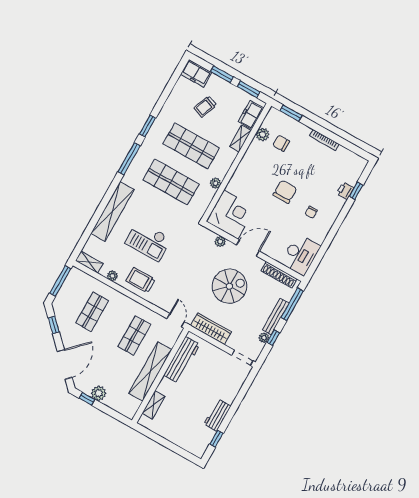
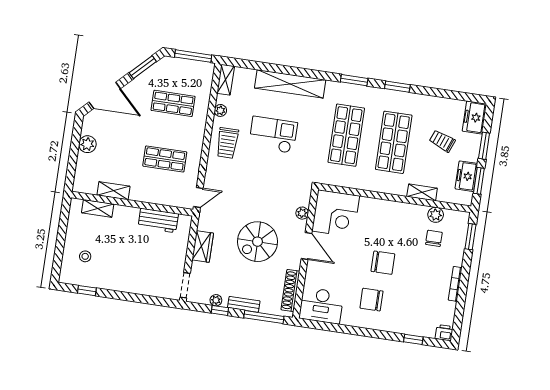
freezer: (251, 115) -> (466, 176), moved, turned -90
window: (129, 159) -> (354, 80), width x0.69
plant: (216, 183) -> (363, 184), removed
printer: (345, 191) -> (444, 333), moved
chair: (311, 212) -> (371, 300), width x1.87, depth x1.87
checkout: (148, 241) -> (273, 135), turned 90
trolley: (141, 280) -> (227, 143), turned 180
spiral stairs: (229, 286) -> (257, 242), turned 90
bench: (276, 317) -> (244, 304), width x0.73
window: (54, 325) -> (143, 67), width x1.50
wardrobe: (211, 329) -> (203, 247), width x0.67
workbench: (182, 360) -> (158, 220), width x0.73
shelving: (150, 371) -> (113, 191), width x0.45, depth x0.75
window: (87, 399) -> (77, 134), removed
workbench: (217, 415) -> (113, 282), removed
stool: (188, 430) -> (85, 256), added

